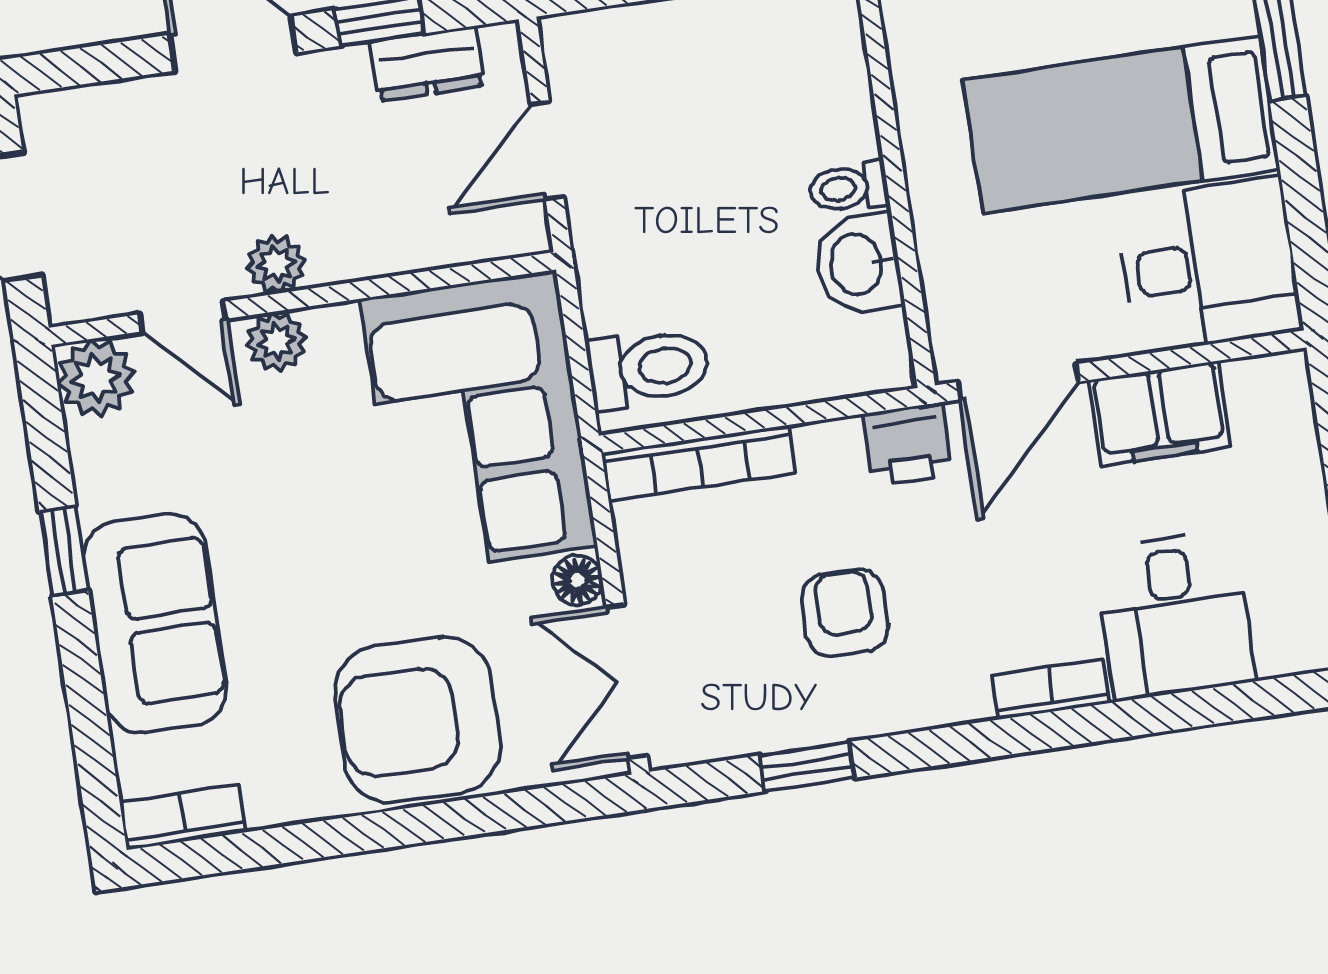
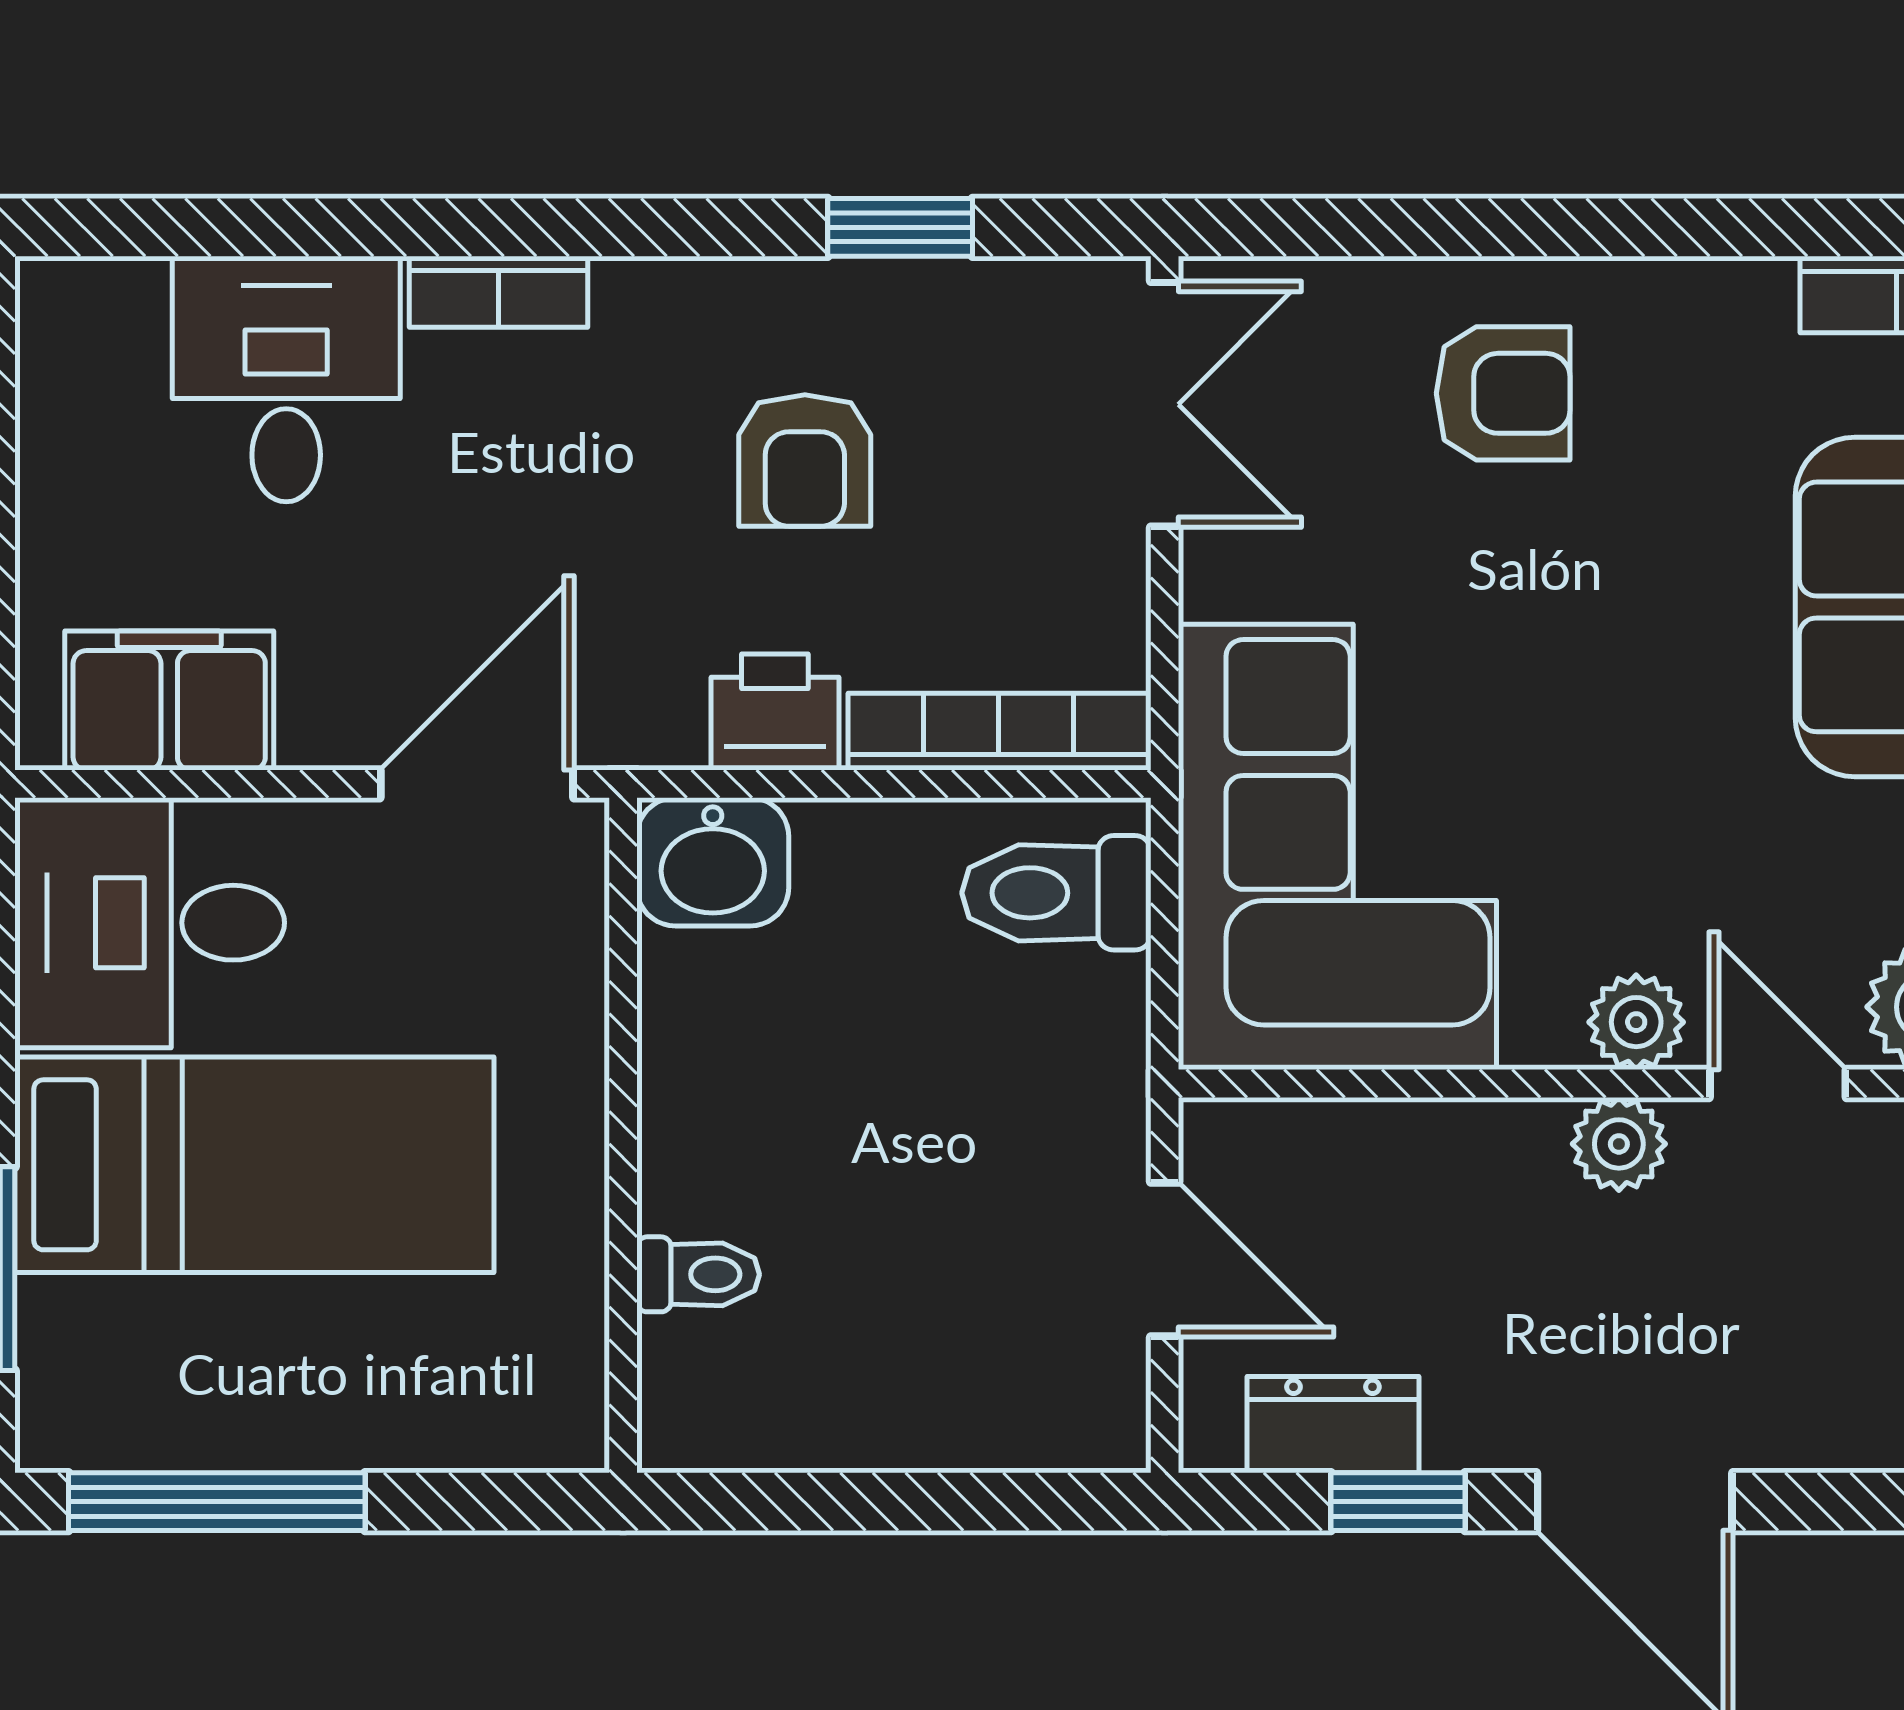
door: (547, 150) -> (1165, 1260), hinge flipped
toilet: (849, 187) -> (698, 1274), moved
washbasin: (858, 264) -> (713, 862), moved, turned 90
filing cabinet: (1159, 414) -> (169, 700), moved
printer: (907, 444) -> (775, 712), moved
floor lamp: (577, 580) -> (1218, 575), removed
armchair: (417, 720) -> (1503, 393), width x0.53, depth x0.53

